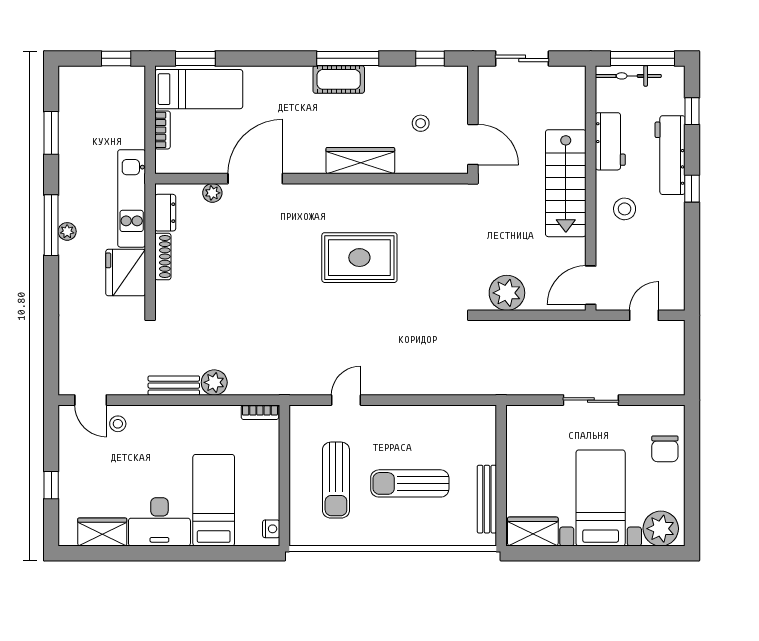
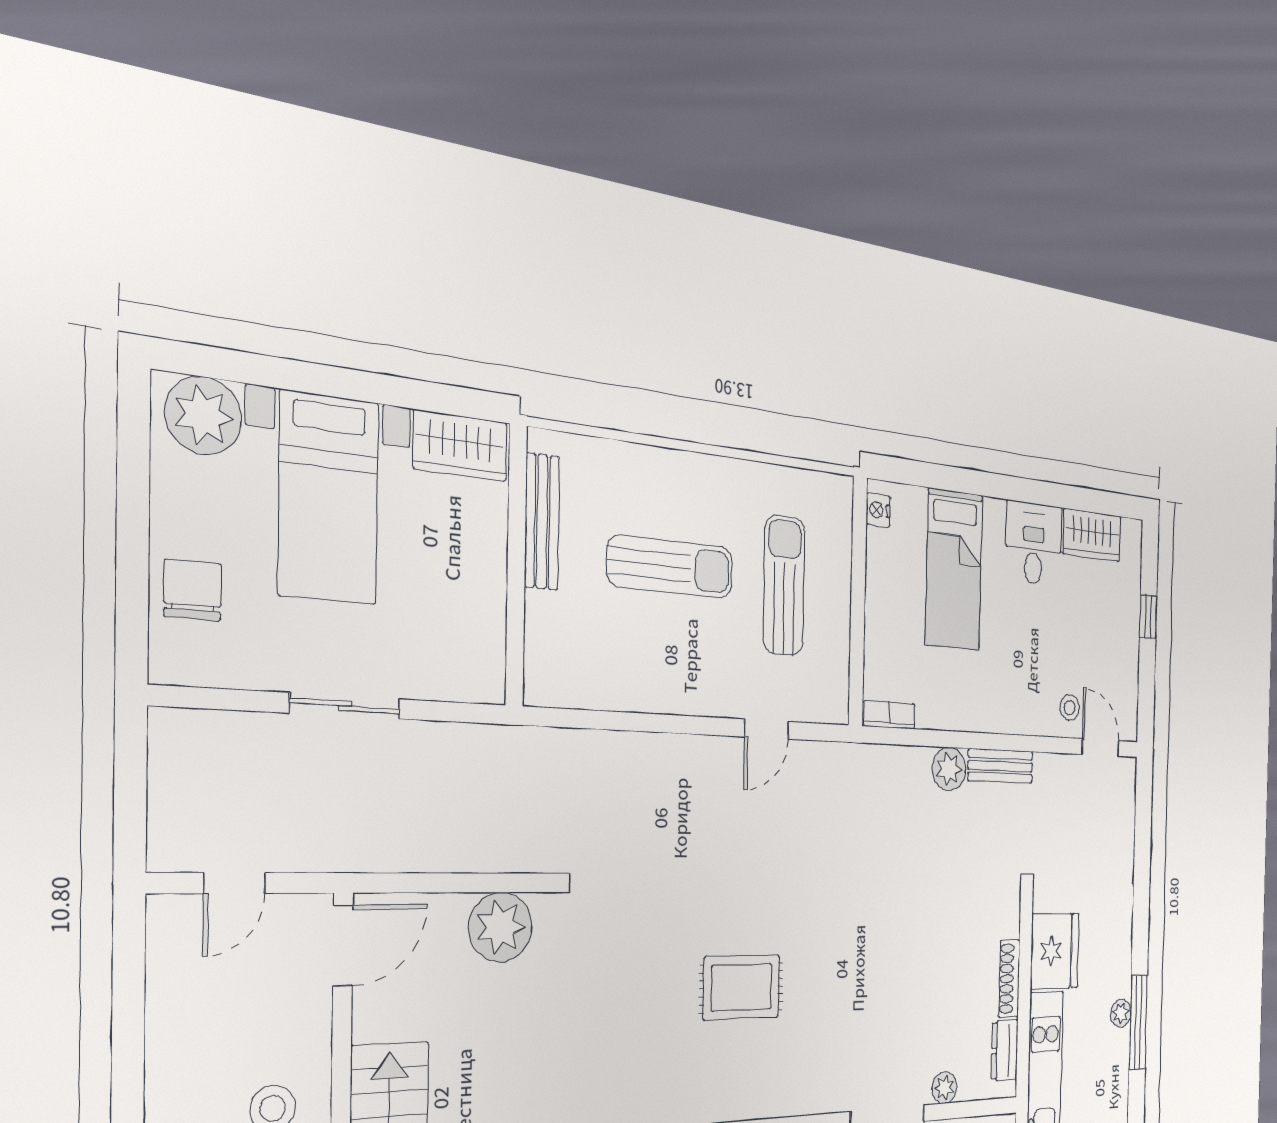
rug: (359, 258) -> (741, 987), width x0.73, depth x0.70
desk: (159, 522) -> (1034, 543), width x0.73

